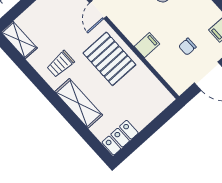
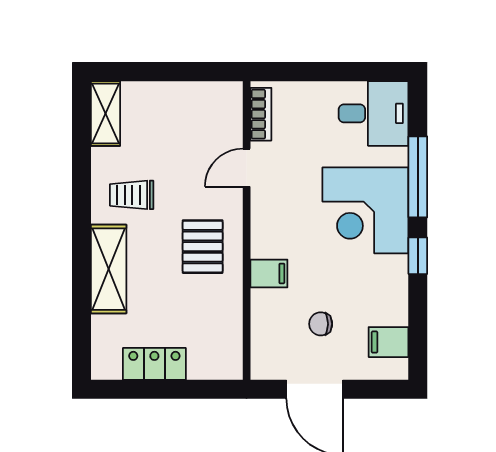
pallet: (109, 59) -> (203, 247), width x0.67, depth x0.71
locker: (120, 138) -> (154, 364), moved

